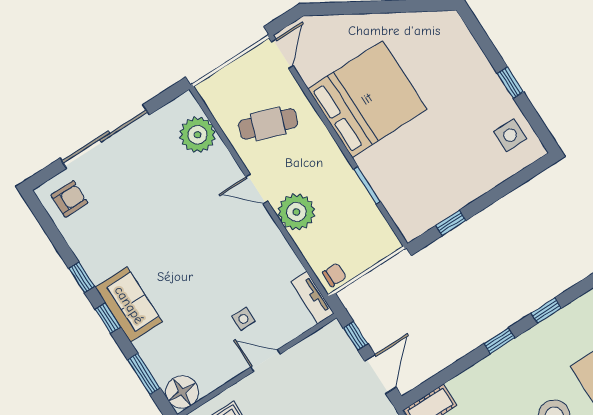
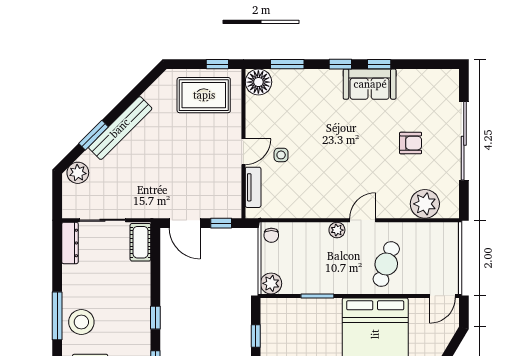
door: (282, 54) -> (442, 296), hinge flipped
cafe table: (268, 124) -> (386, 264), moved
armchair: (69, 199) -> (411, 143), moved, turned -90
plant: (296, 212) -> (337, 230), width x0.53, depth x0.53
plant: (385, 242) -> (271, 283), added
tv unit: (312, 297) -> (253, 187), moved, turned 90
sofa: (129, 305) -> (370, 84), moved

